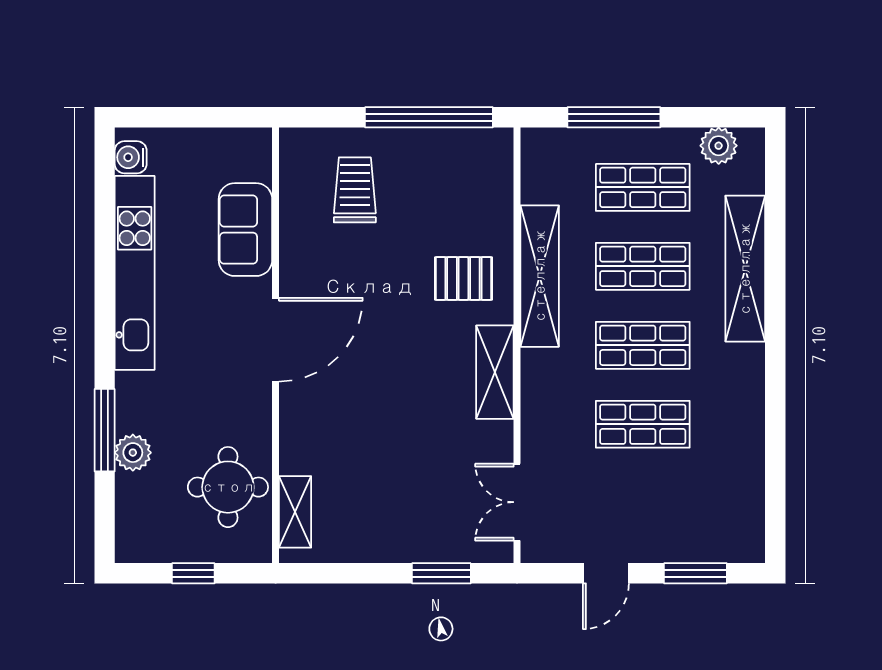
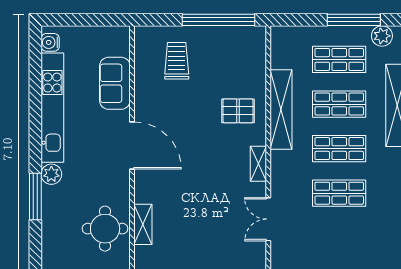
window: (614, 117) -> (354, 20), moved
door: (276, 340) -> (132, 145), hinge flipped
shelving: (495, 372) -> (258, 164), width x0.67, depth x0.75
plant: (133, 453) -> (51, 174), moved
double door: (517, 502) -> (268, 219), moved
shelving: (295, 512) -> (143, 224), moved

